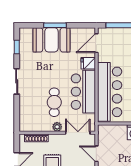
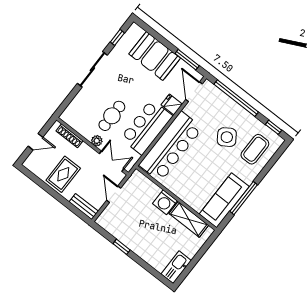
window: (55, 25) -> (187, 60), moved
door: (96, 43) -> (194, 92), hinge flipped
sliding door: (17, 81) -> (92, 69), width x1.37

